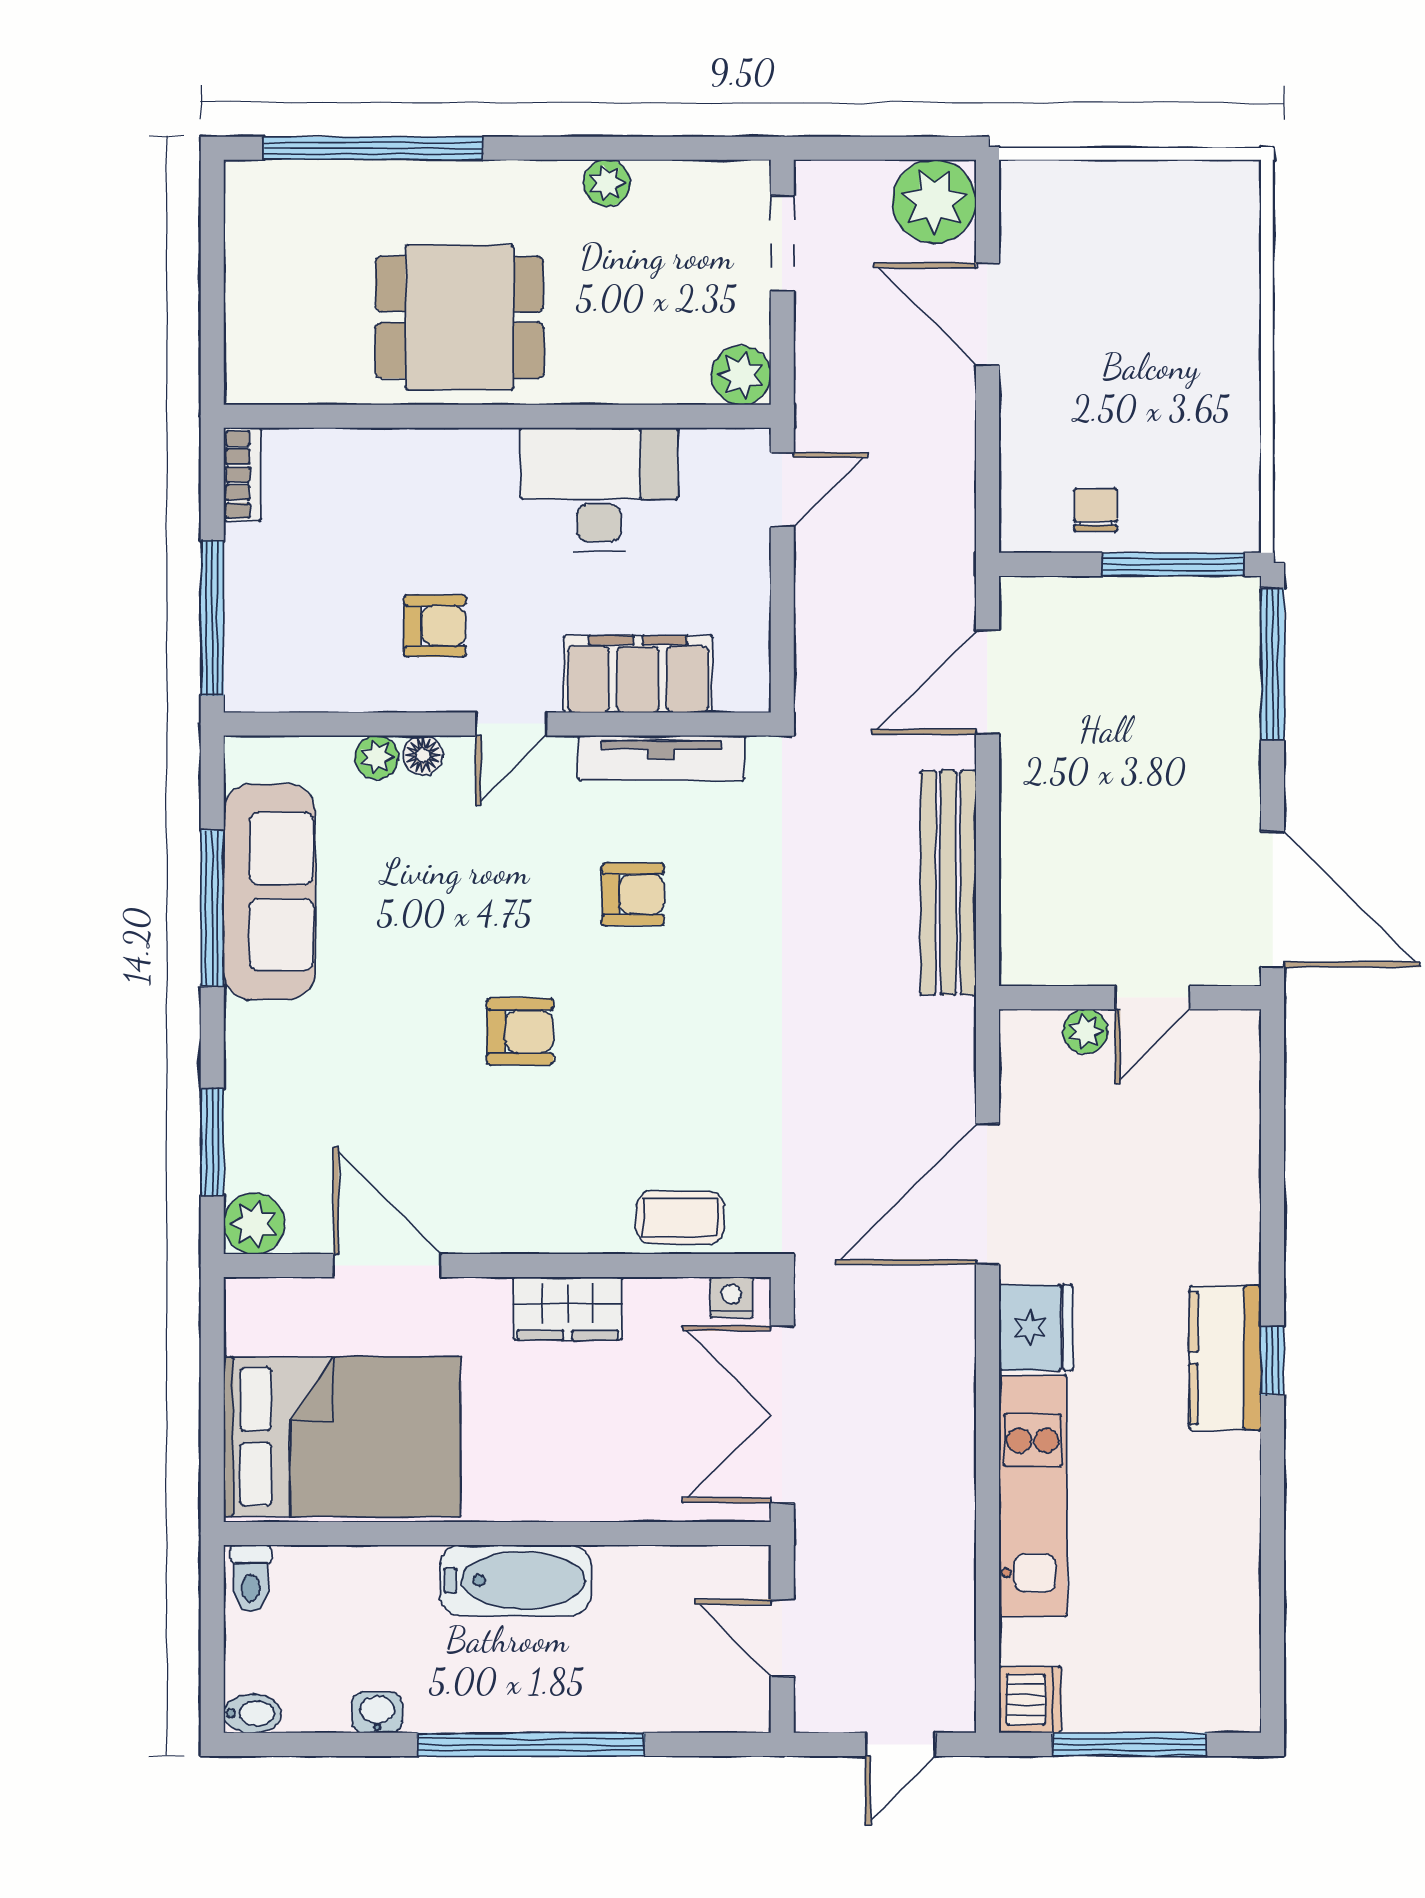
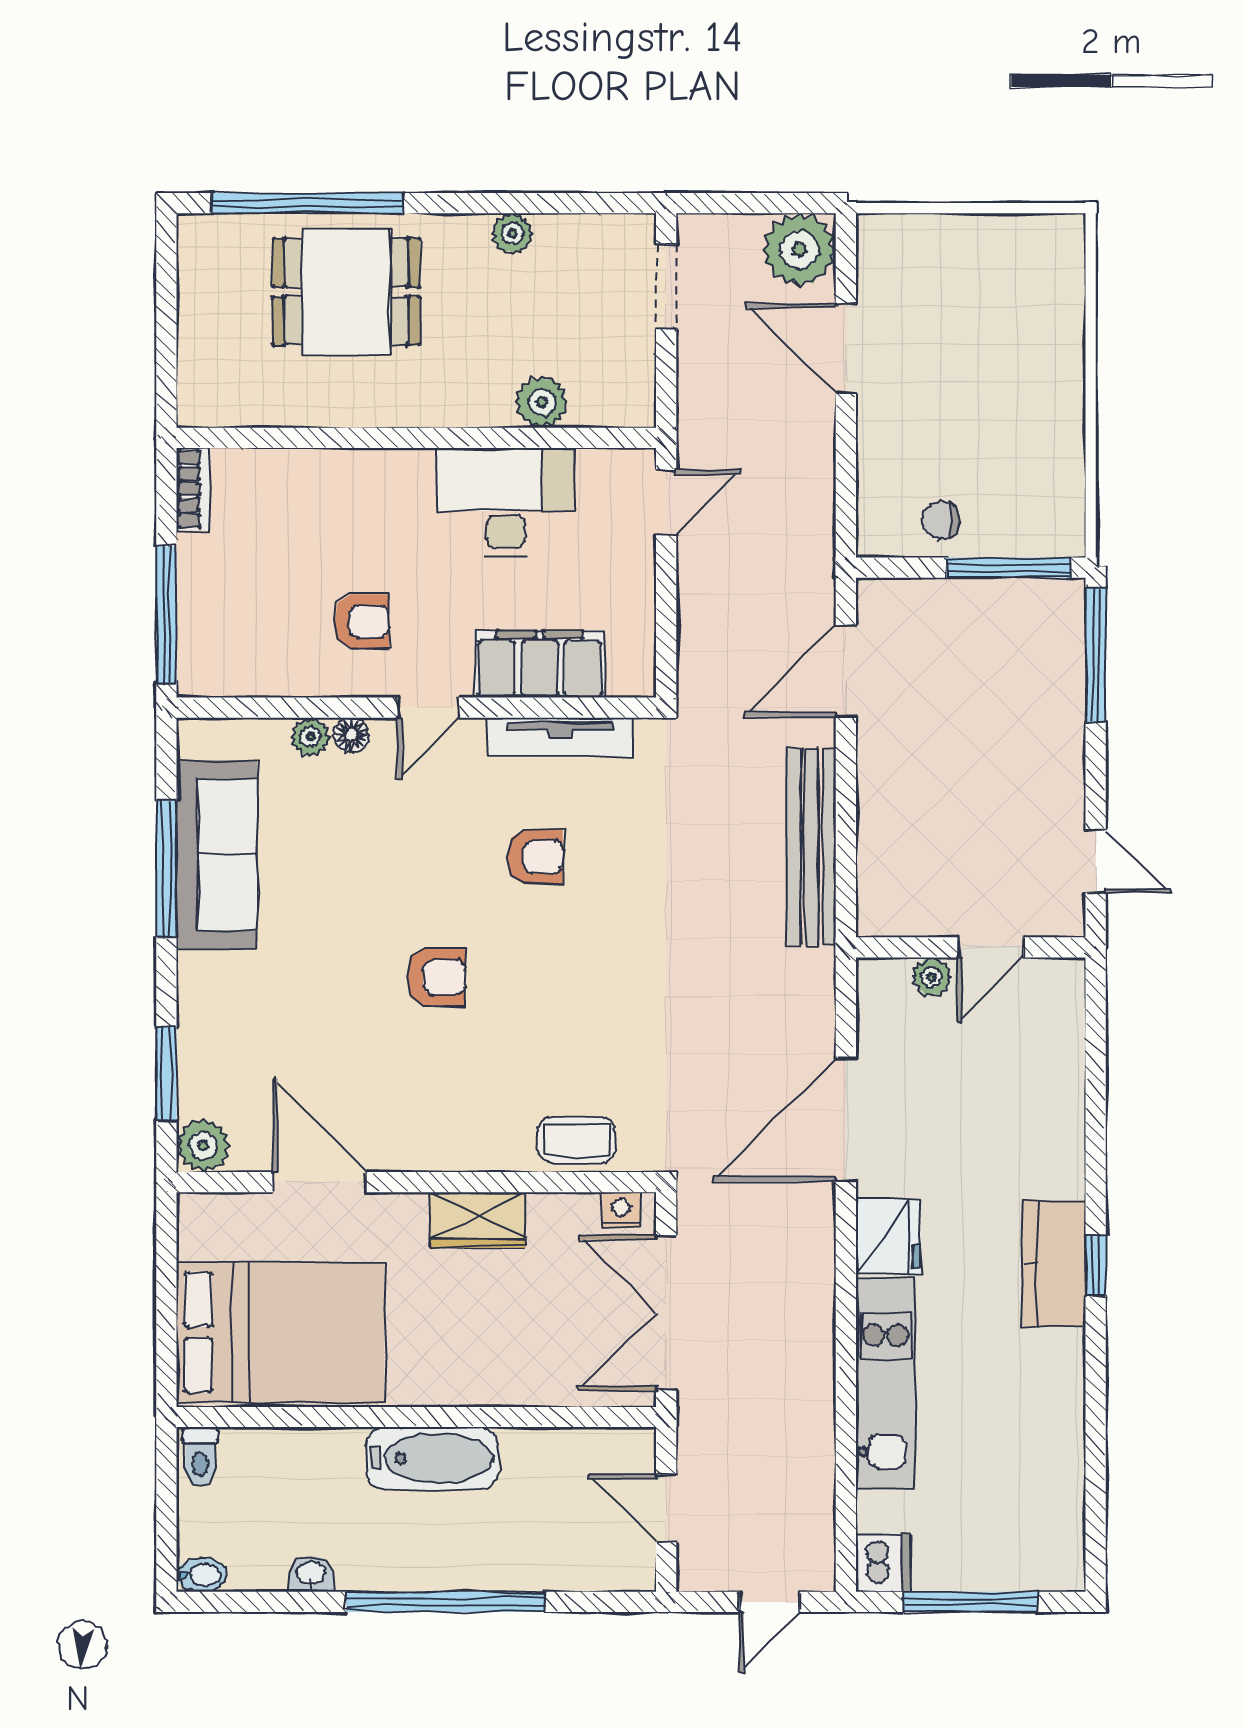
dining table: (460, 317) -> (346, 292), moved
plant: (741, 375) -> (542, 402), moved
chair: (1096, 510) -> (941, 520), turned -90
door: (1273, 899) -> (1096, 861), width x0.53

